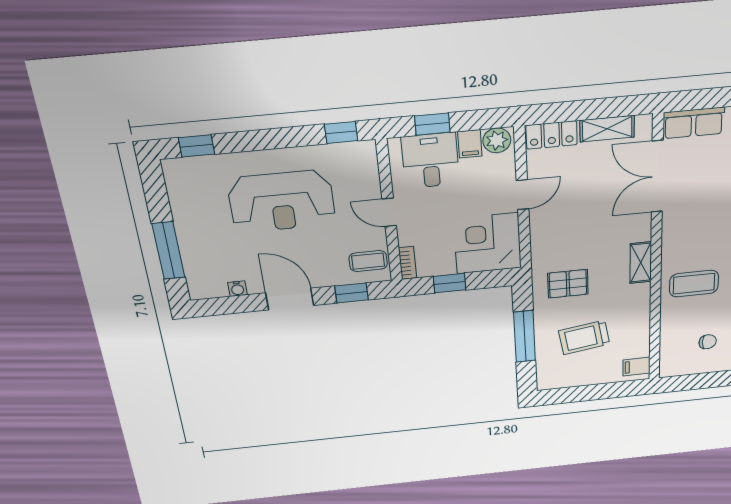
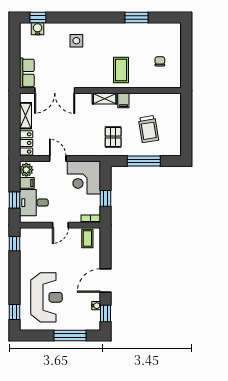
reception desk: (282, 201) -> (47, 297), moved
window: (352, 293) -> (105, 314), moved
filing cabinet: (637, 367) -> (123, 100), moved

